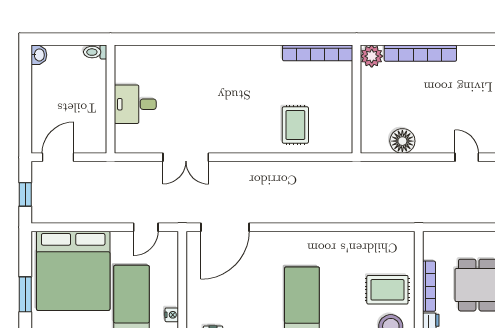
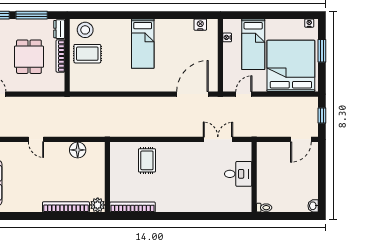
toilet: (95, 52) -> (264, 208), moved
wall: (111, 99) -> (254, 177), moved
desk: (135, 104) -> (238, 174), moved

